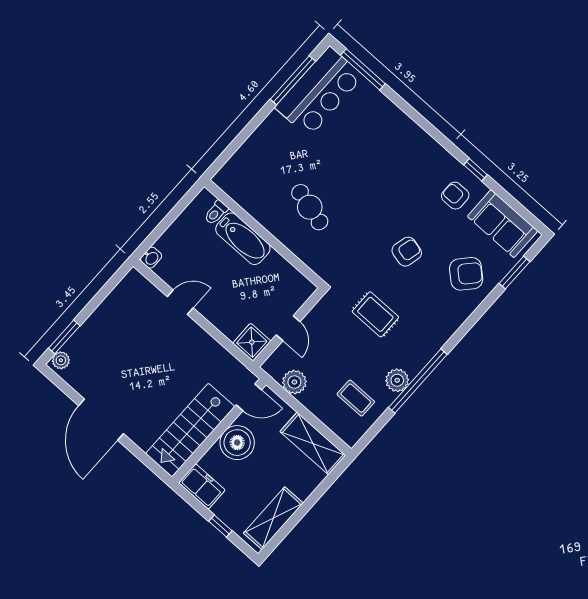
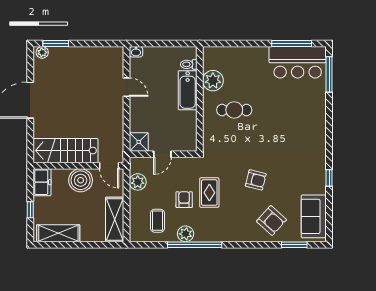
armchair: (455, 196) -> (184, 200), moved
plant: (257, 202) -> (213, 81), added
cafe table: (310, 207) -> (234, 110), turned 75

